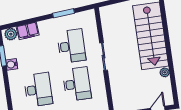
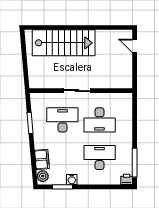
plant: (165, 72) -> (100, 34), removed
desk: (77, 84) -> (100, 120), turned 180

